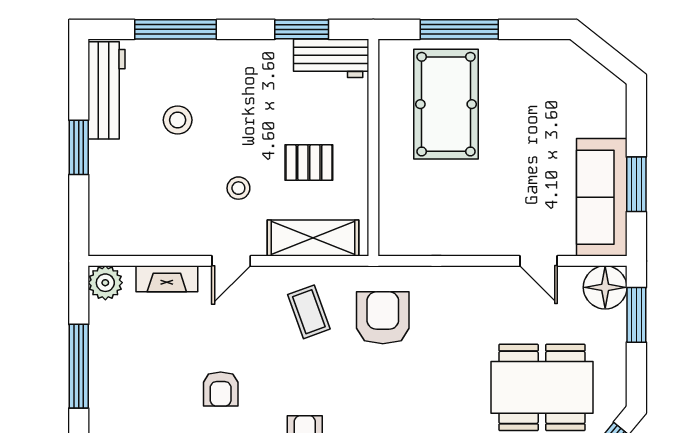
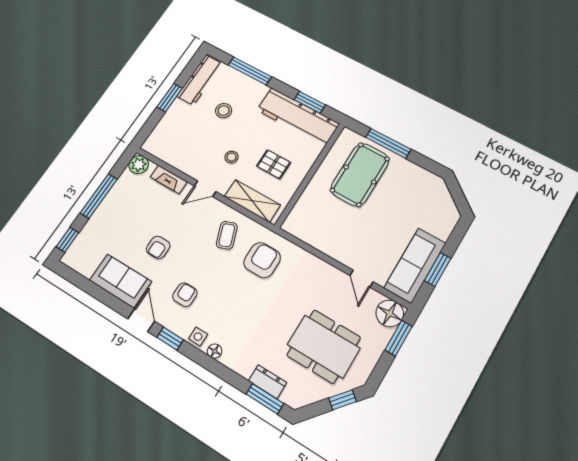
workbench: (331, 58) -> (298, 117), width x1.88, depth x1.32

